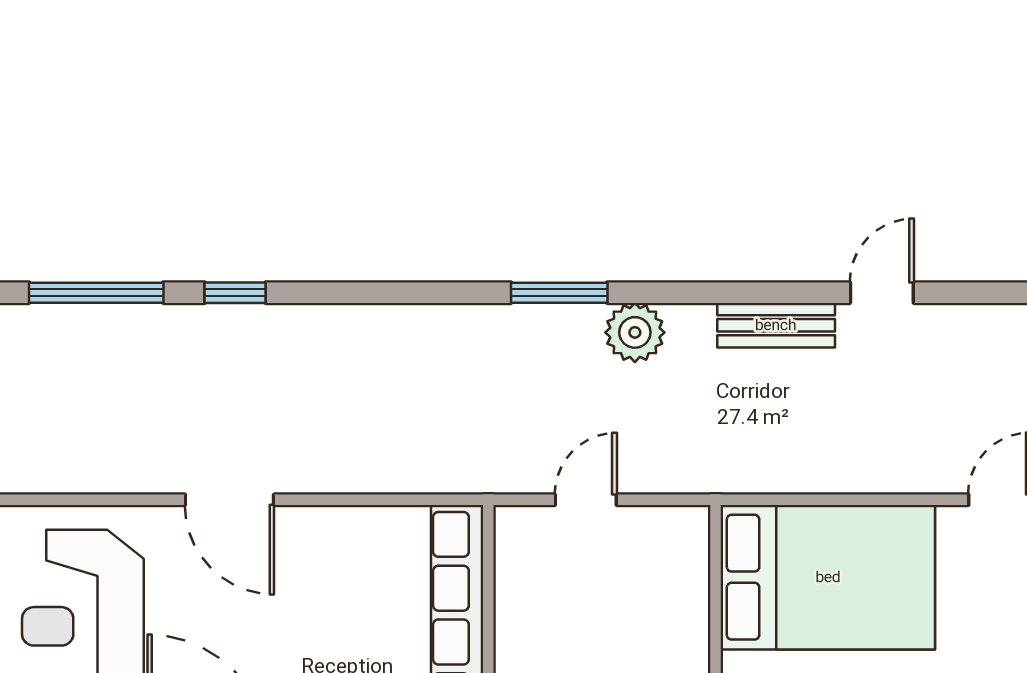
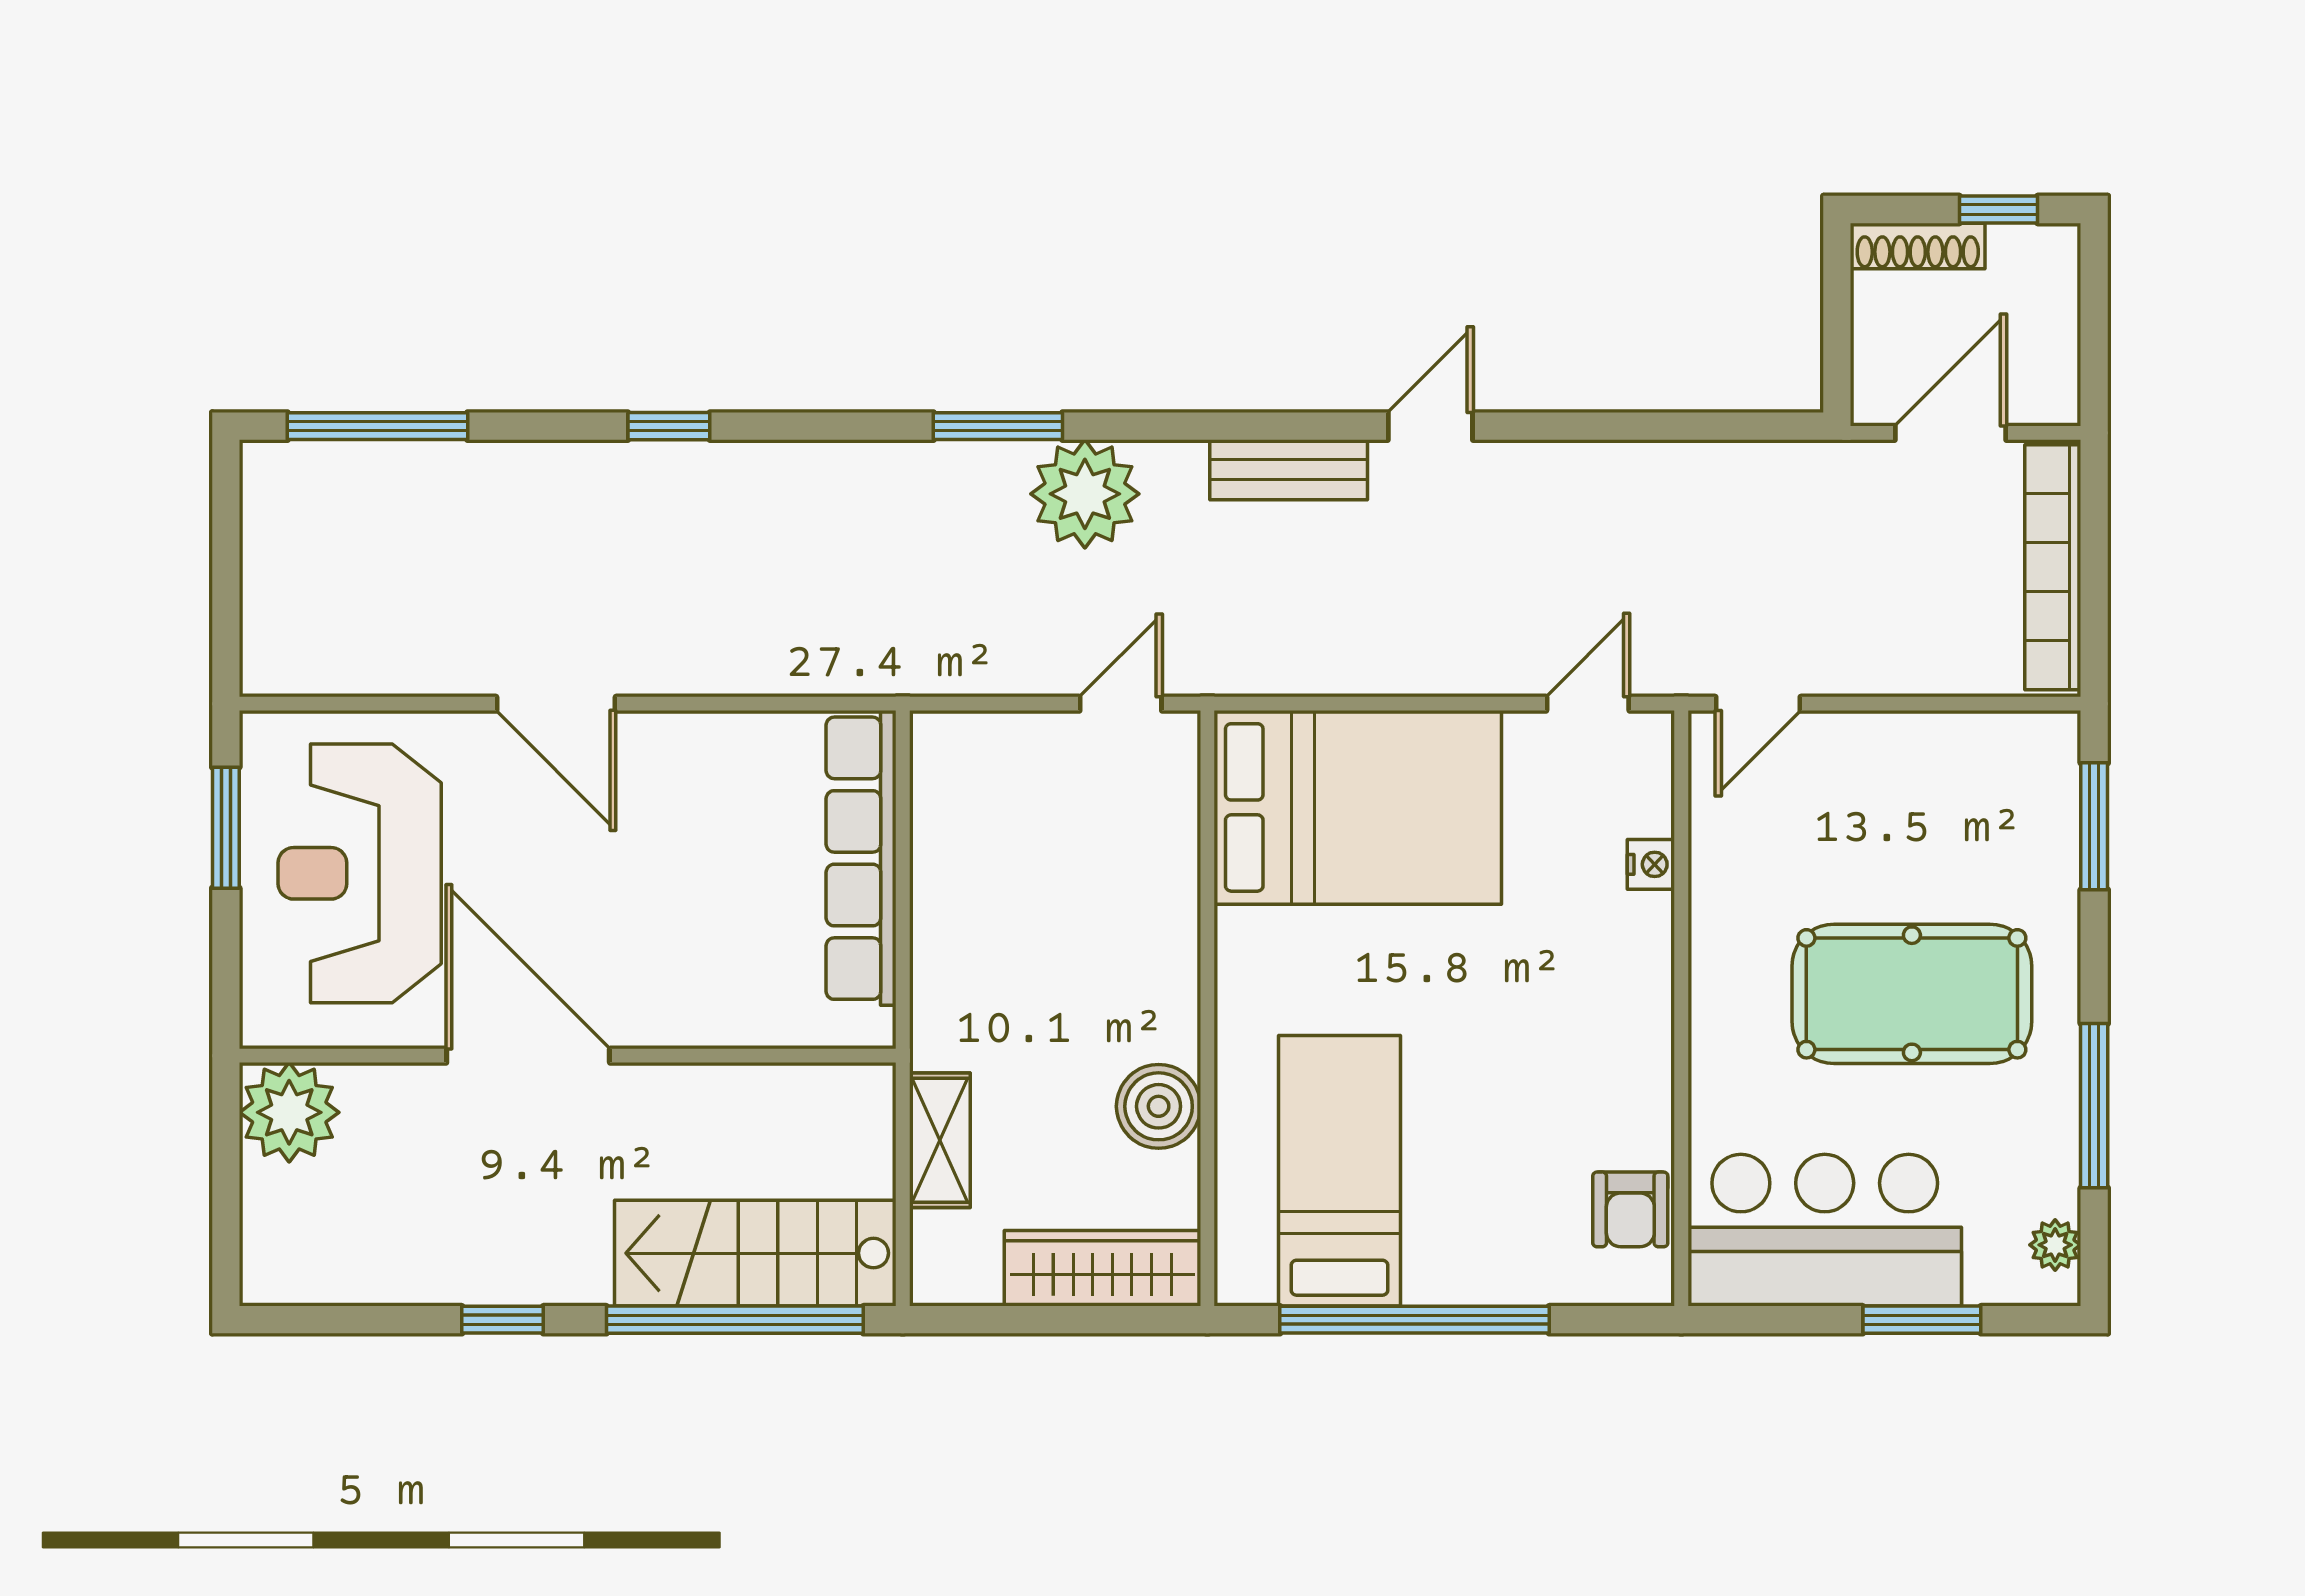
window: (235, 293) -> (669, 426), moved
plant: (635, 332) -> (1085, 494), width x1.36, depth x1.36
door: (586, 500) -> (1121, 704), moved

